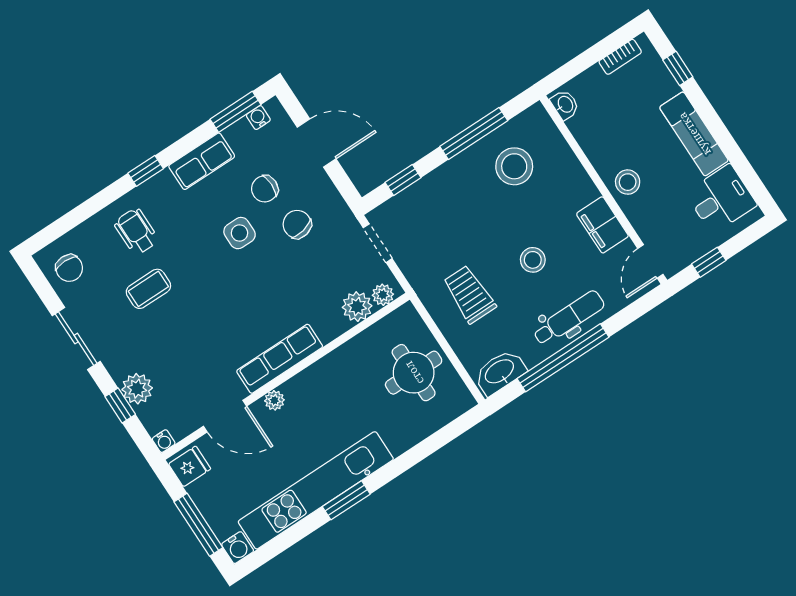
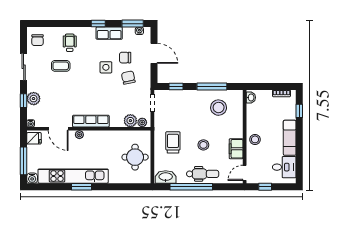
window: (146, 171) -> (98, 24), moved

